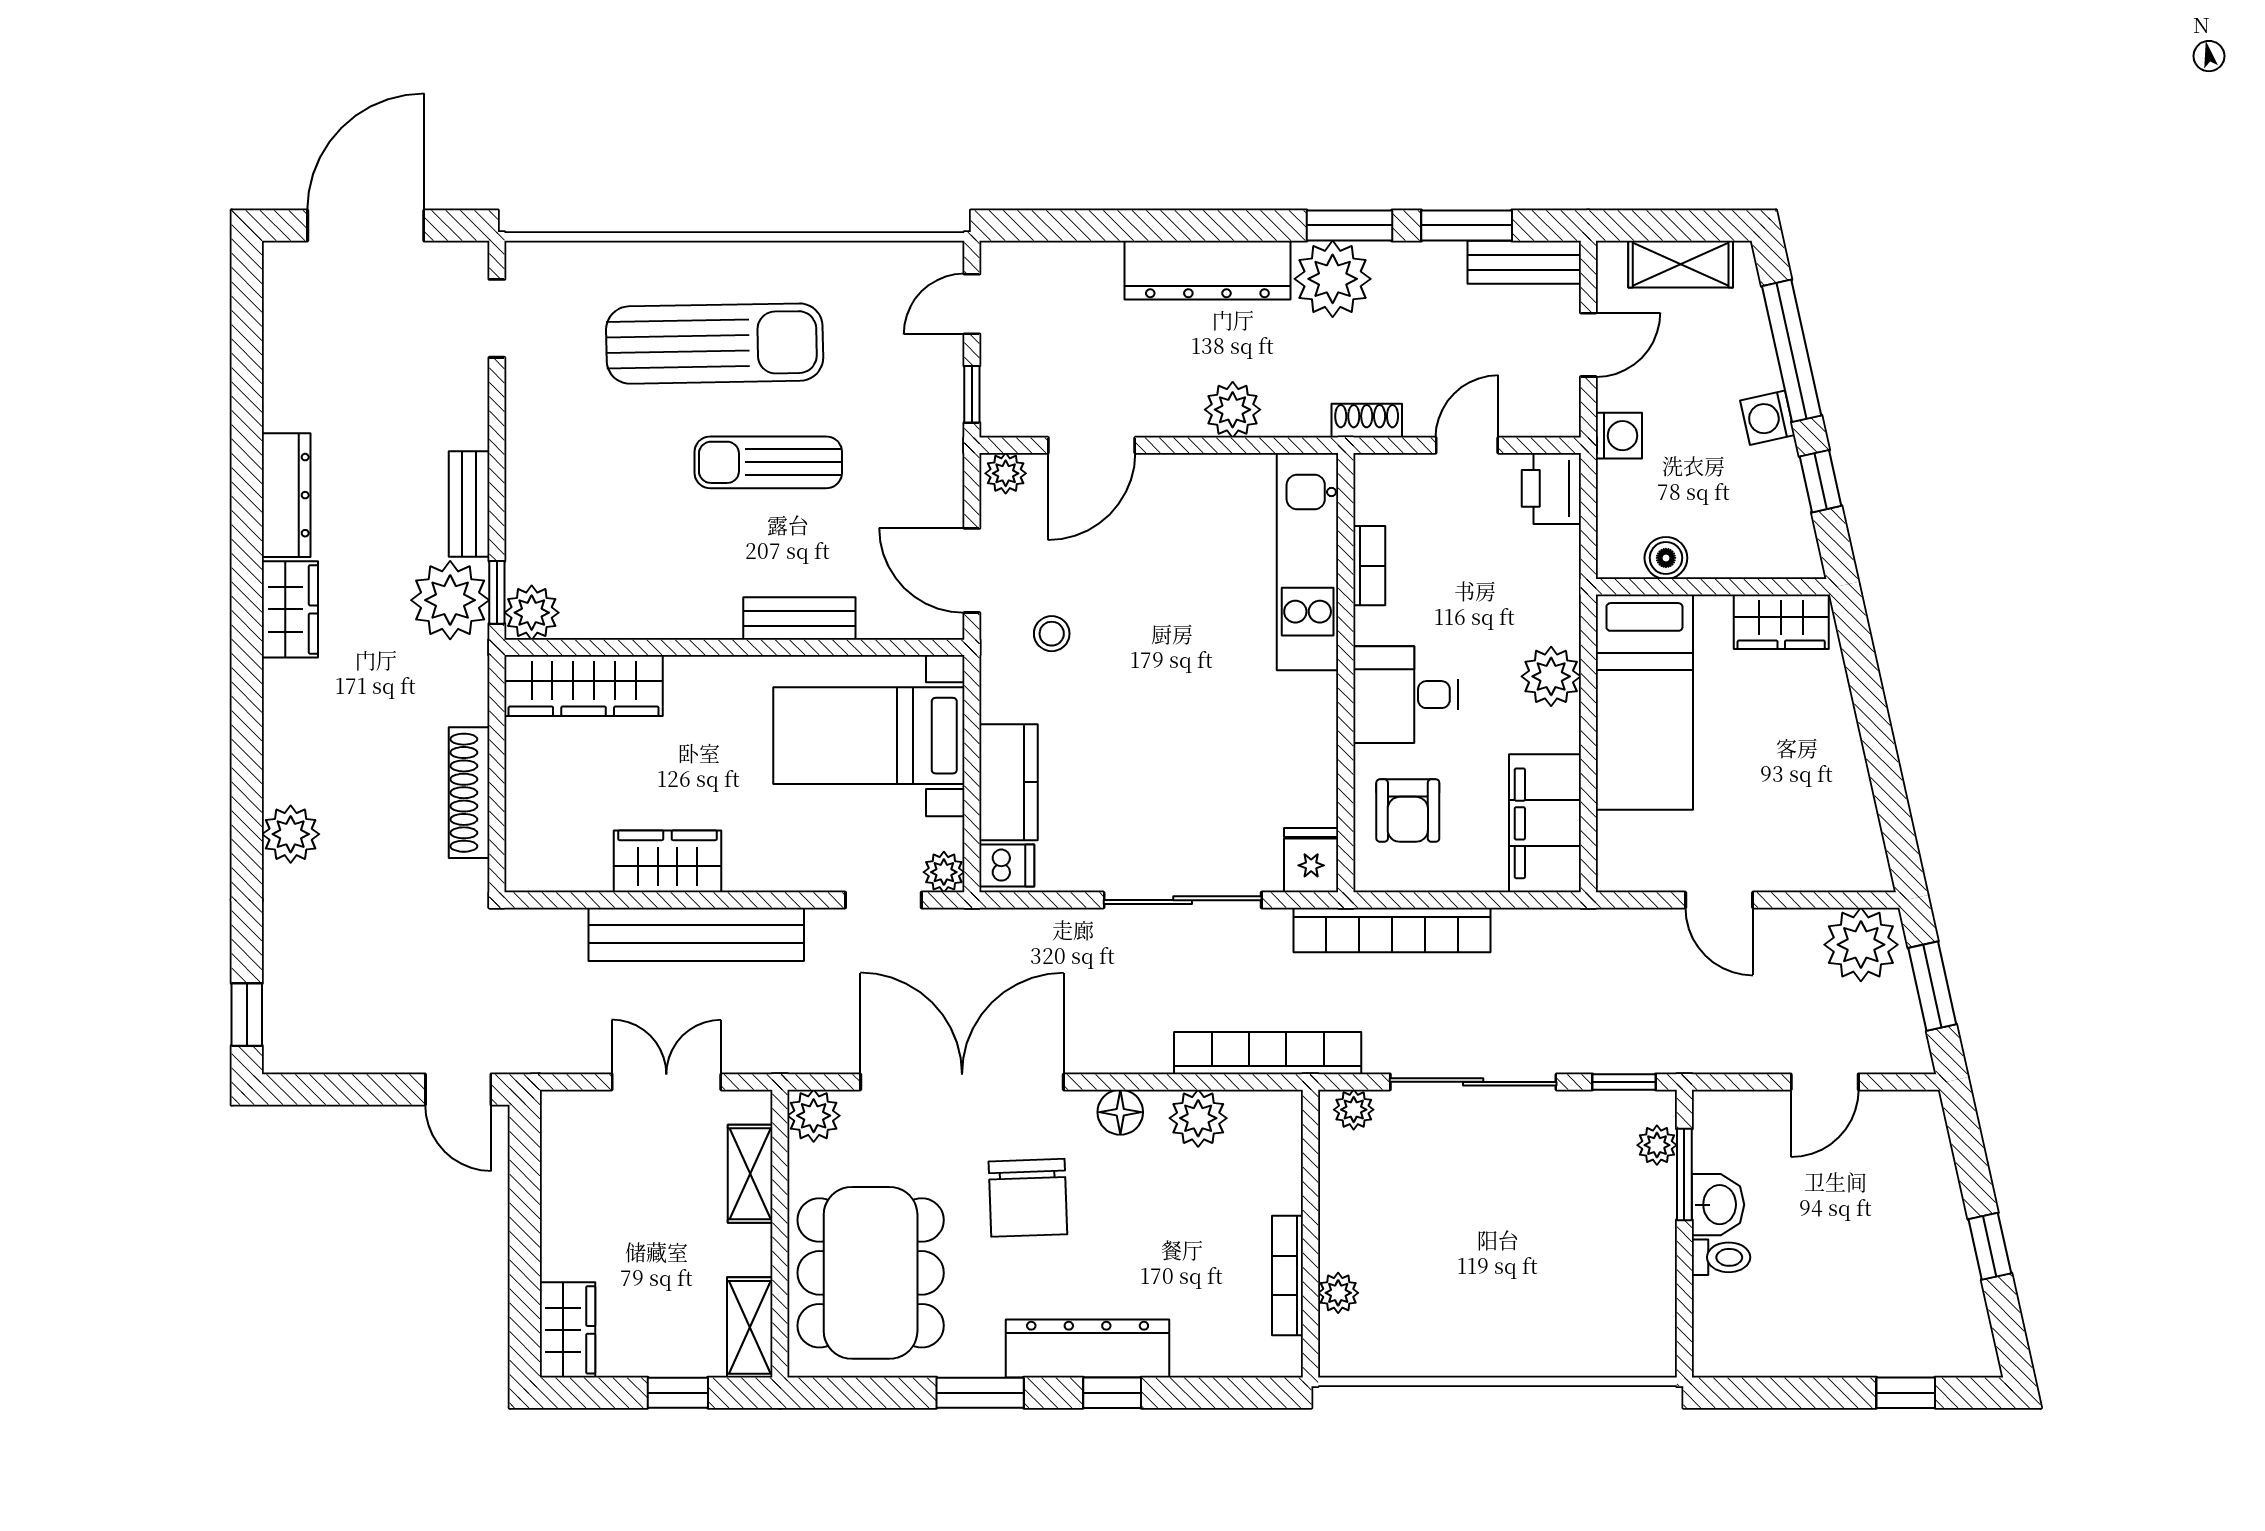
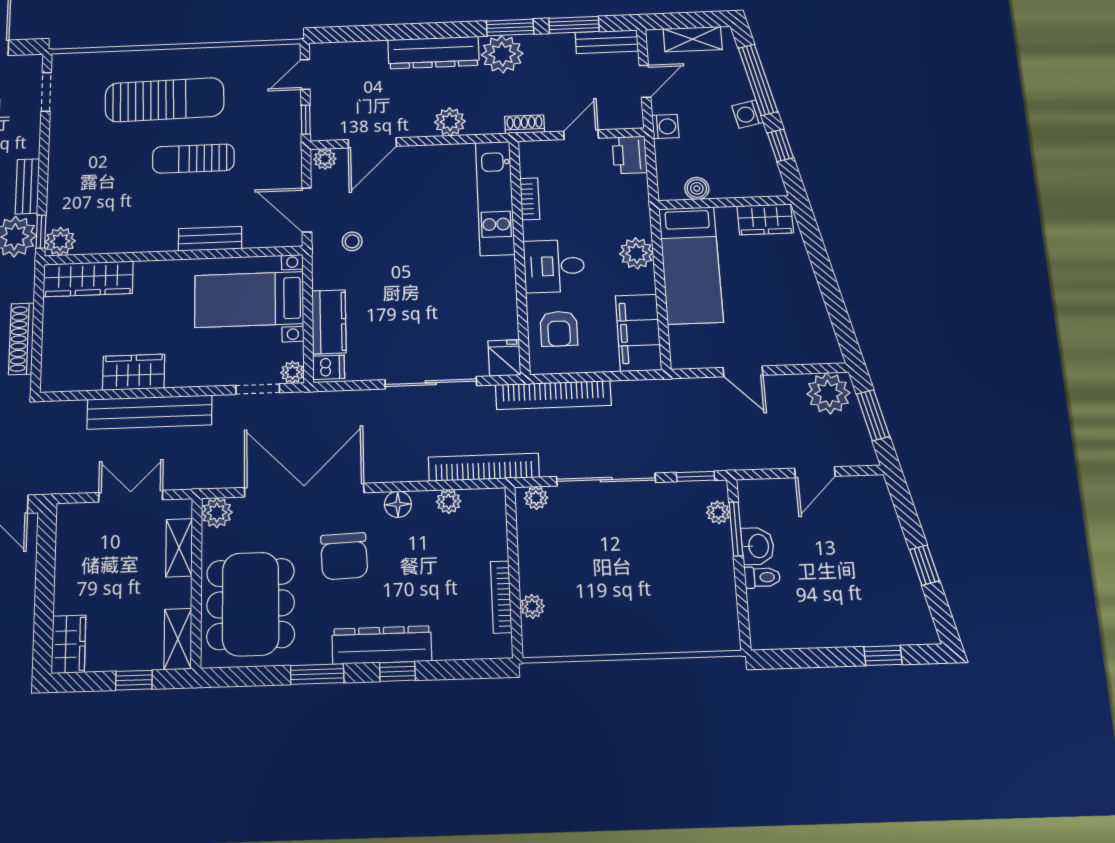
plant: (1198, 1118) -> (449, 502), width x0.73, depth x0.73

